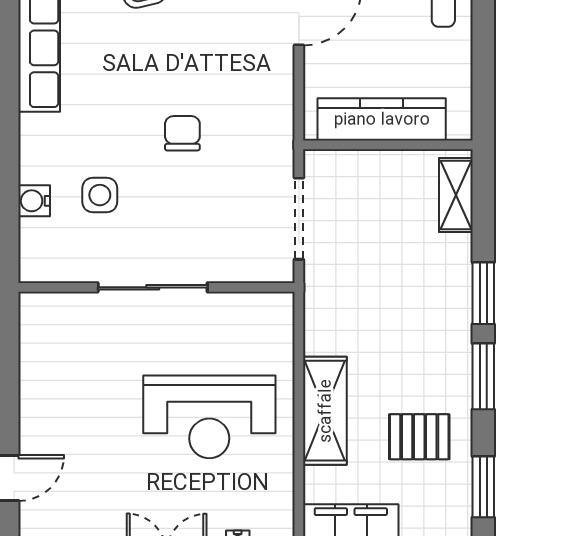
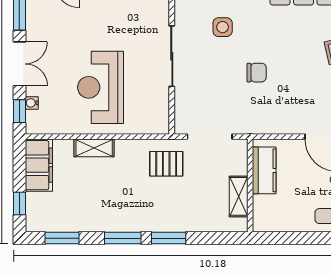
kitchen counter: (382, 119) -> (264, 170), width x0.67
shelving: (456, 195) -> (239, 196), moved, turned 90
shelving: (325, 411) -> (94, 148), width x0.67, depth x0.75
pallet: (419, 437) -> (166, 164), moved, turned 90

